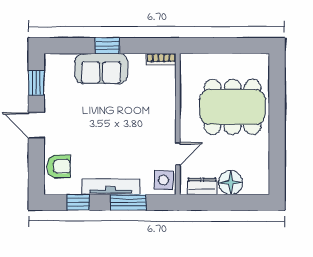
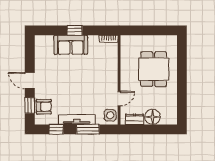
window: (36, 83) -> (30, 106), moved
dining table: (233, 107) -> (154, 69), width x0.73

